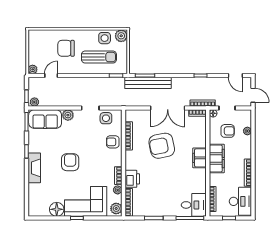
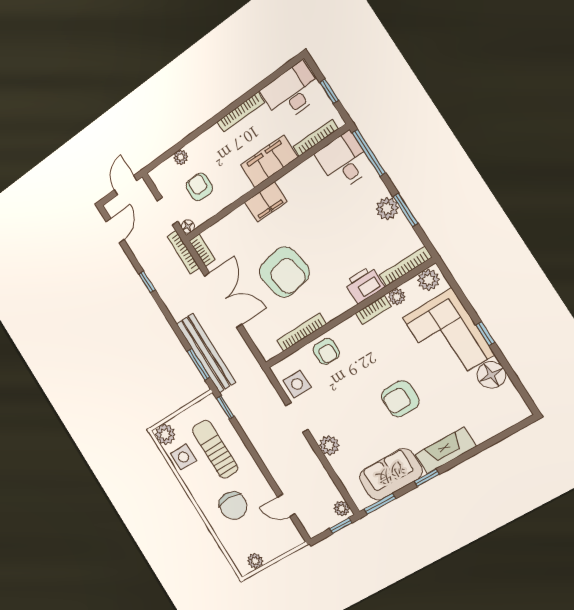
plant: (33, 69) -> (255, 561), moved
sofa: (45, 119) -> (391, 474), moved, turned -90
filing cabinet: (217, 159) -> (269, 161), moved
plant: (160, 210) -> (387, 208), added

